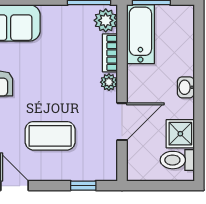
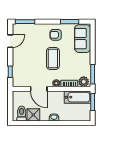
coffee table: (50, 136) -> (53, 58), moved

